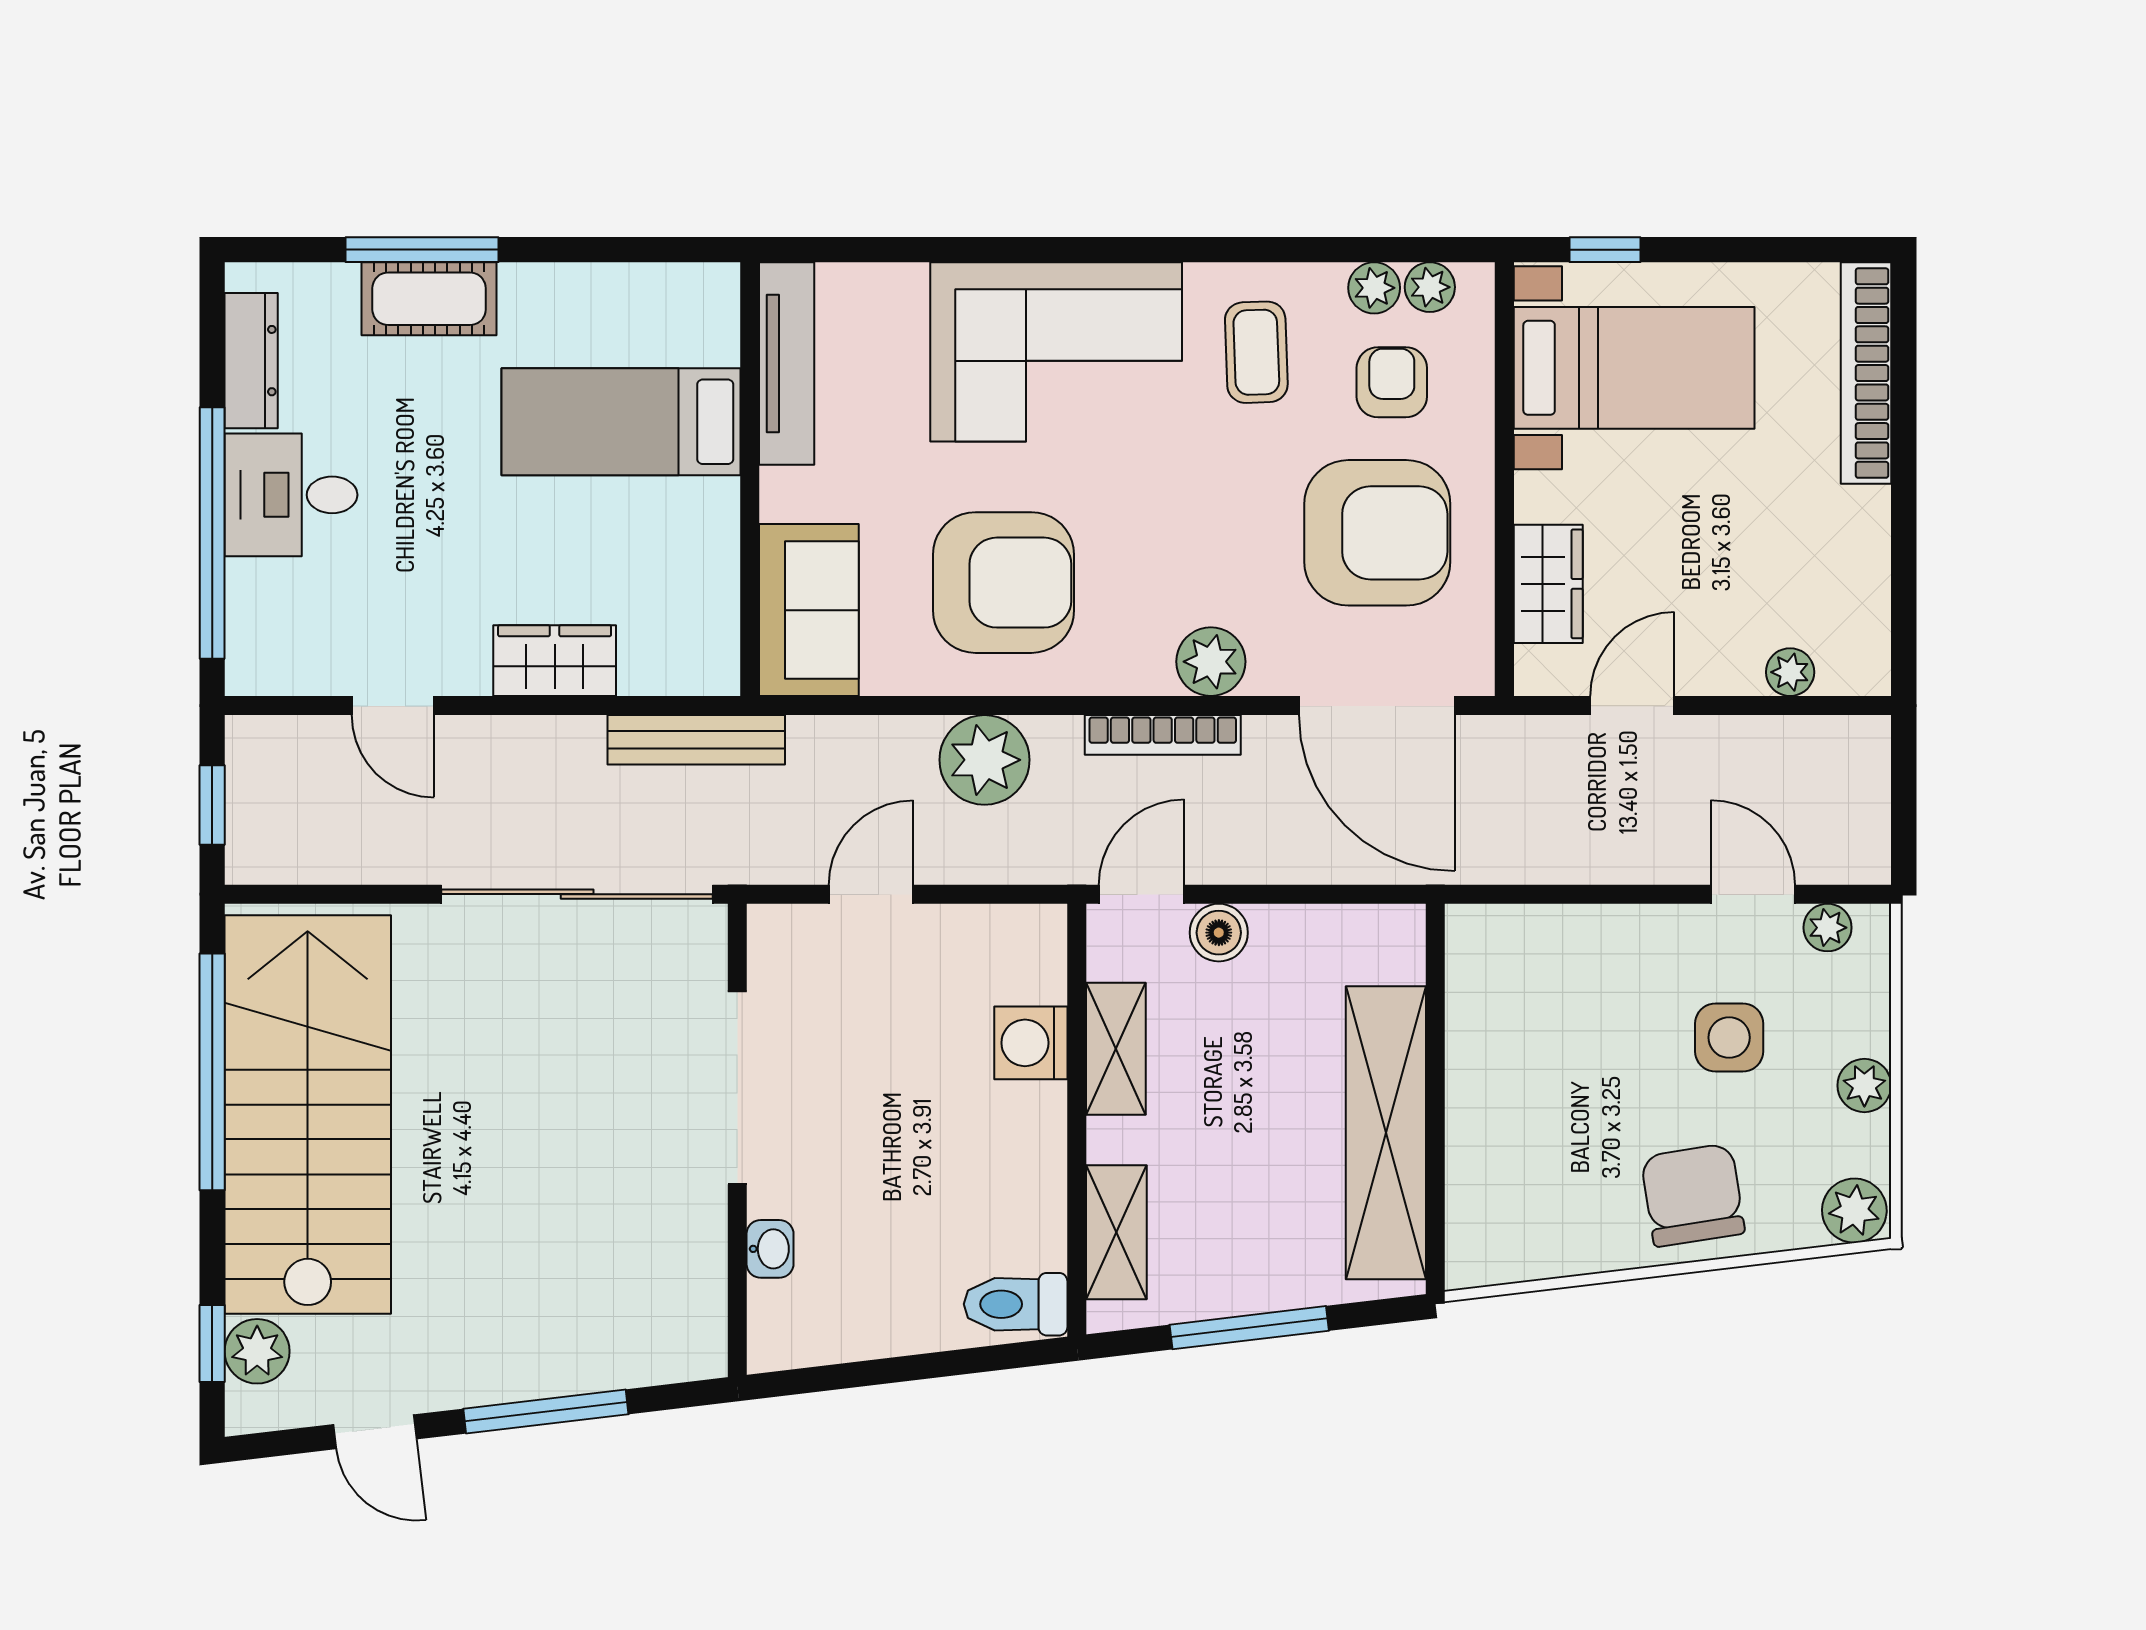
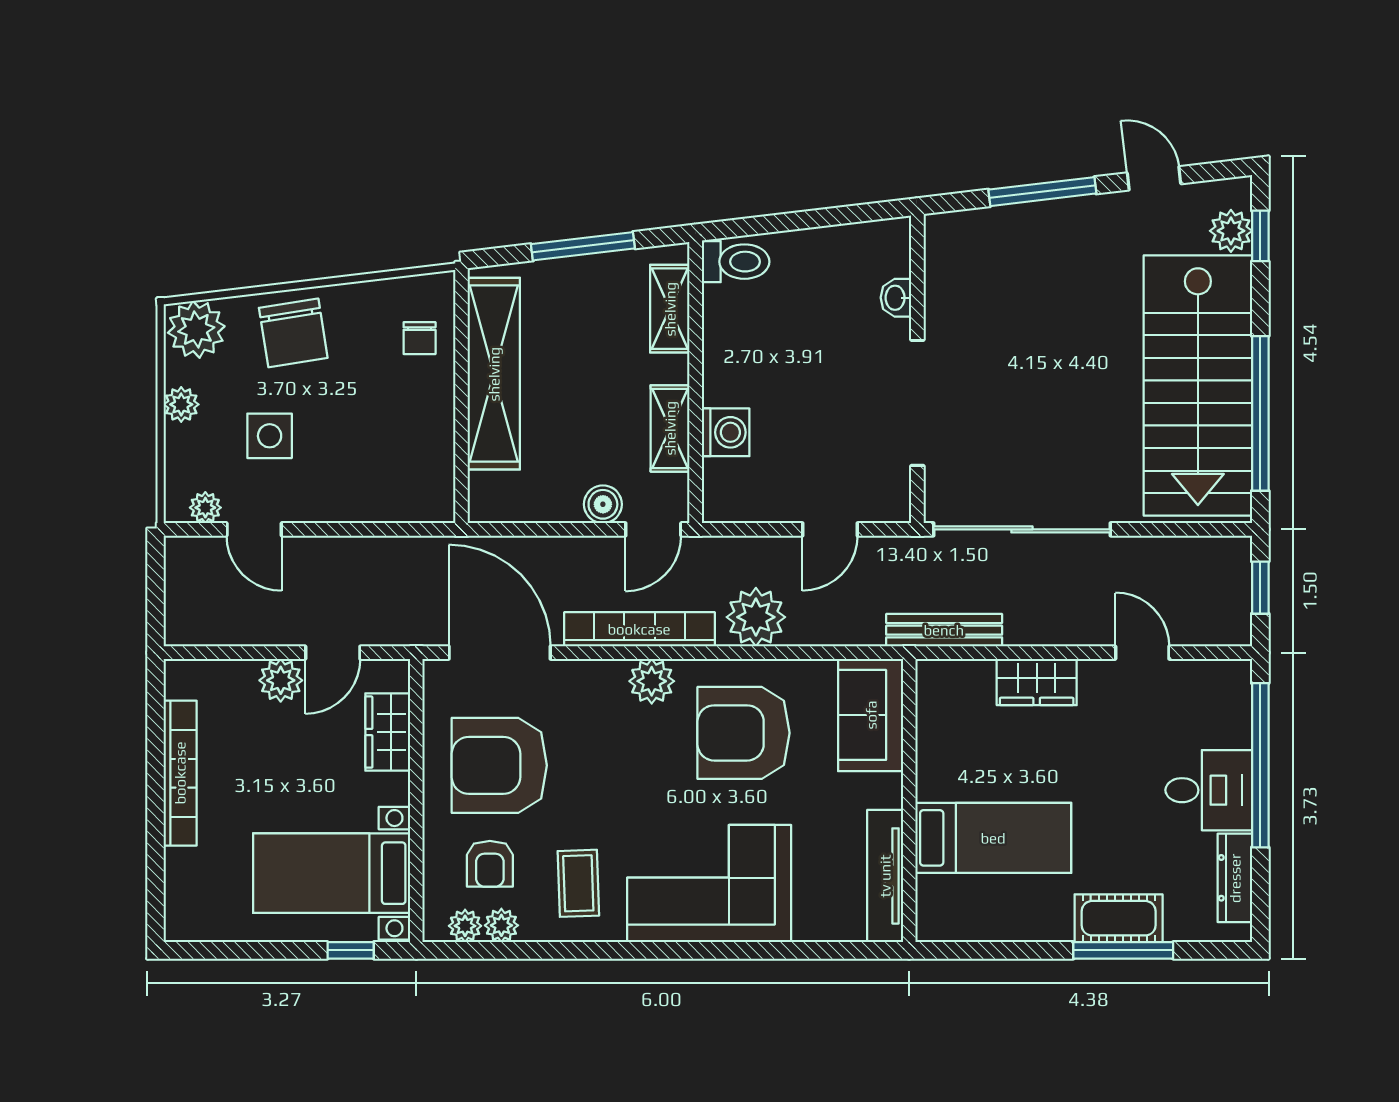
bookcase: (1866, 373) -> (180, 773), moved
plant: (1211, 662) -> (652, 681), moved
plant: (1790, 672) -> (281, 680), moved, width x1.38, depth x1.38
bookcase: (1163, 735) -> (639, 629), width x1.48, depth x1.31
chair: (1499, 1187) -> (420, 338), added
plant: (1854, 1211) -> (196, 329), width x1.36, depth x1.36

